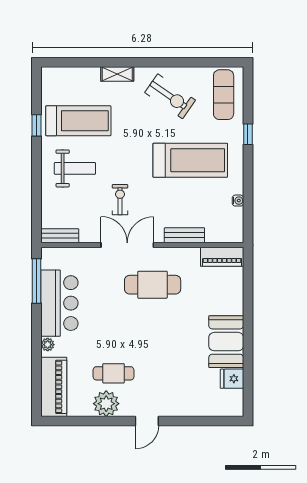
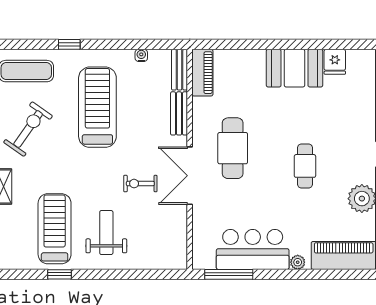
bench: (60, 236) -> (180, 70), moved
cafe table: (114, 373) -> (305, 166), moved

